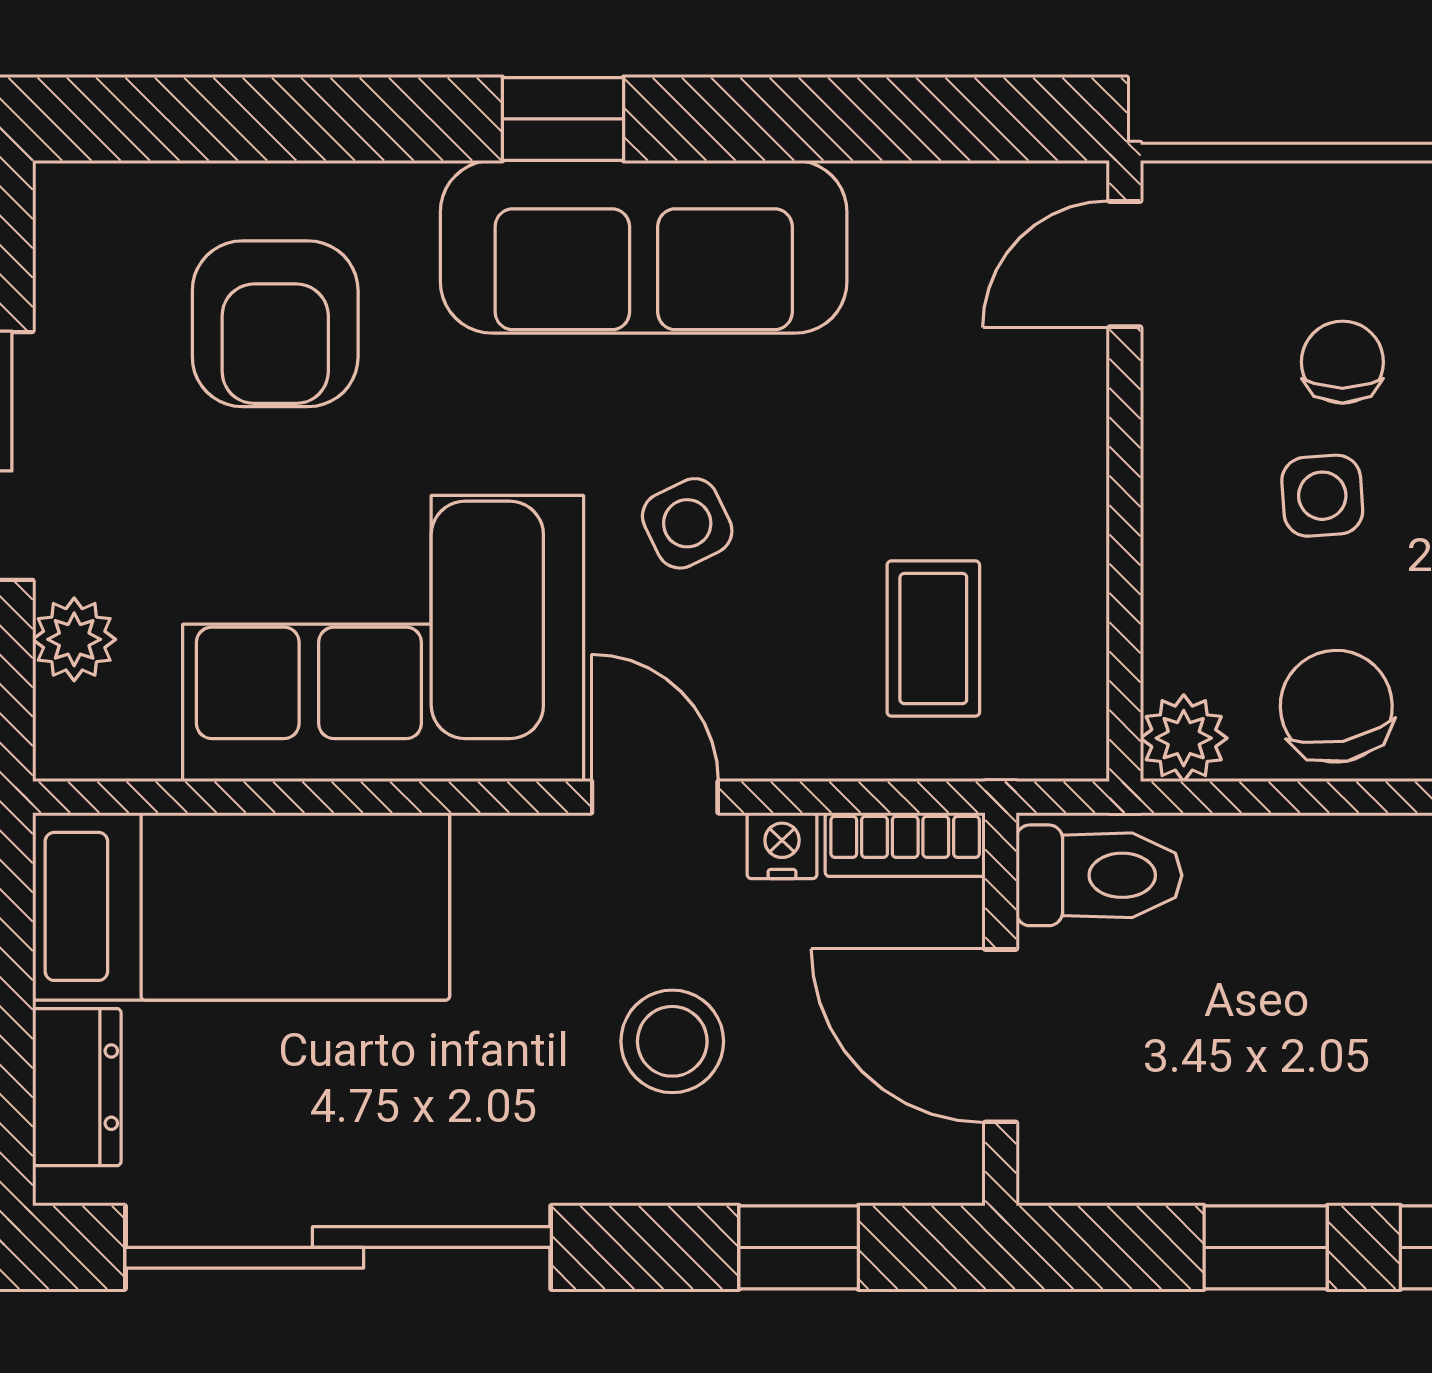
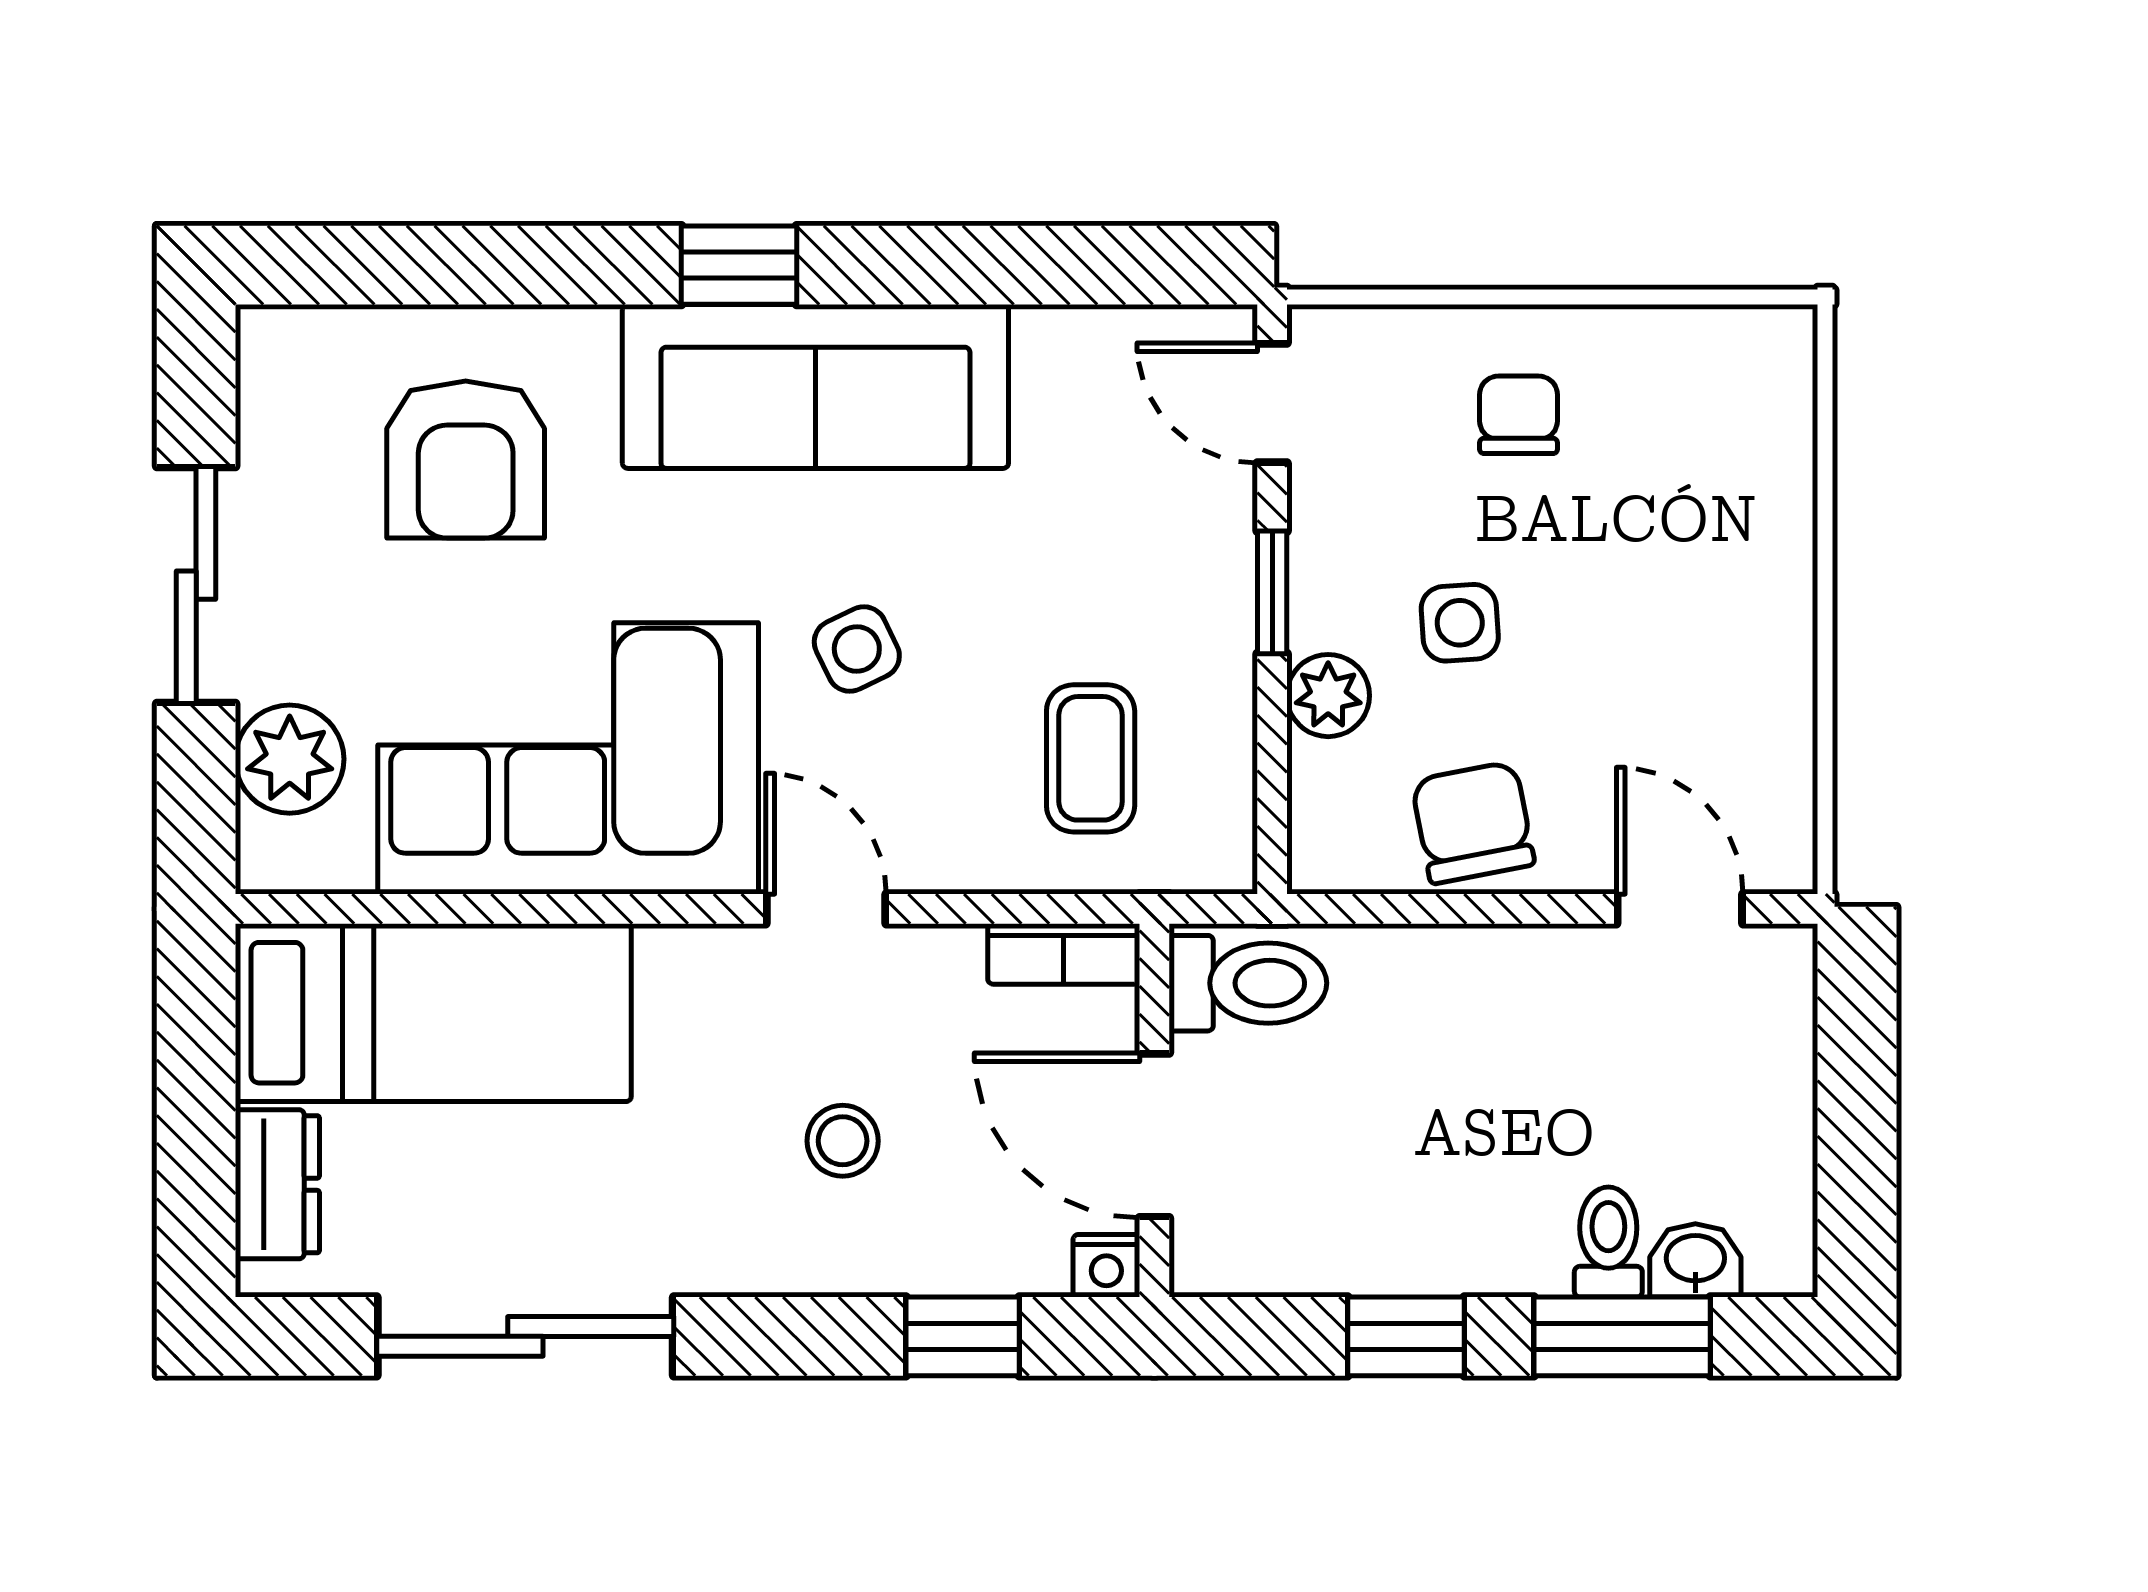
door: (1125, 264) -> (1272, 403), hinge flipped
chair: (1342, 362) -> (1519, 415), moved
window: (1125, 464) -> (1272, 592), added
plant: (74, 639) -> (290, 759), width x1.38, depth x1.38
plant: (1184, 738) -> (1328, 696), moved
nightstand: (782, 846) -> (1106, 1266), moved, turned 180
stool: (672, 1041) -> (843, 1141), width x0.73, depth x0.73
sliding door: (338, 1247) -> (525, 1336), width x0.73

